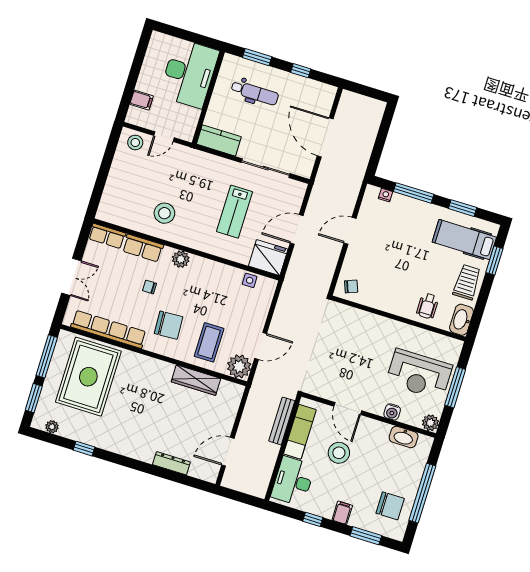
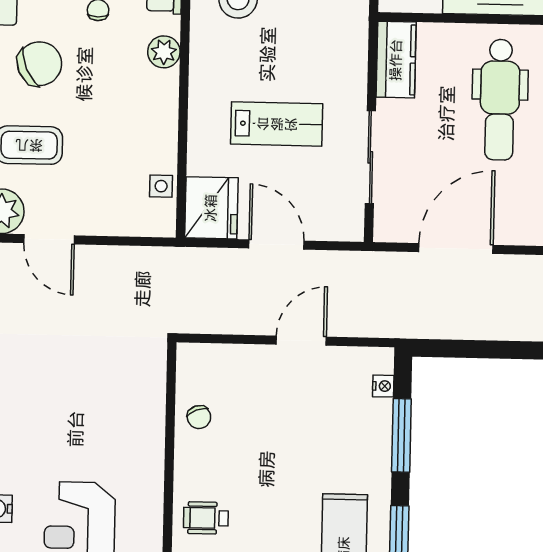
dental chair: (255, 93) -> (500, 100), width x1.36, depth x1.38
lab bench: (235, 212) -> (277, 124), turned 180
door: (350, 231) -> (301, 341), hinge flipped
chair: (351, 286) -> (199, 417), moved
chair: (169, 325) -> (39, 64), turned -111

